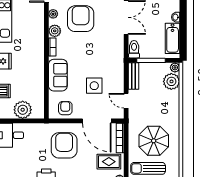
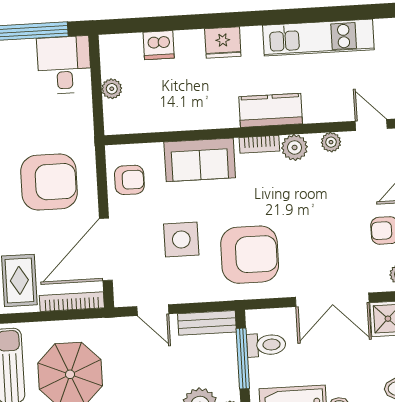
armchair: (81, 19) -> (250, 255), moved
kitchen counter: (37, 41) -> (271, 110), added
toilet: (134, 49) -> (266, 345), moved
door: (126, 101) -> (153, 310), swing flipped
plant: (23, 110) -> (112, 89), width x0.53, depth x0.53

